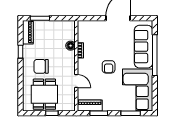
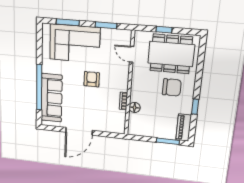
door: (76, 81) -> (132, 54), moved
corner sofa: (138, 90) -> (75, 44), moved, turned 90
dining table: (44, 94) -> (171, 54), width x1.37
piano: (90, 106) -> (116, 36), removed

